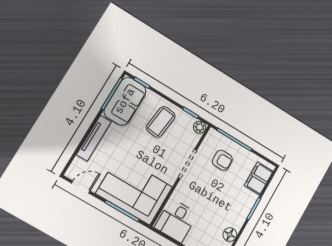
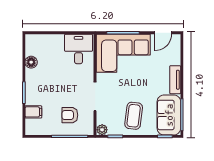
tv unit: (94, 138) -> (175, 80), width x0.71
filing cabinet: (259, 178) -> (33, 112), width x0.50

